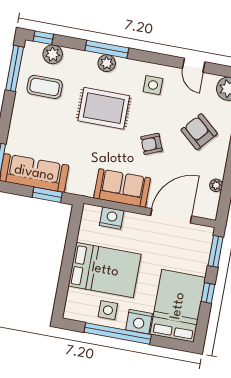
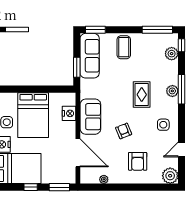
coffee table: (45, 87) -> (124, 47), moved
rug: (104, 108) -> (142, 95), width x0.73, depth x0.70
armchair: (199, 132) -> (138, 161), turned 139

